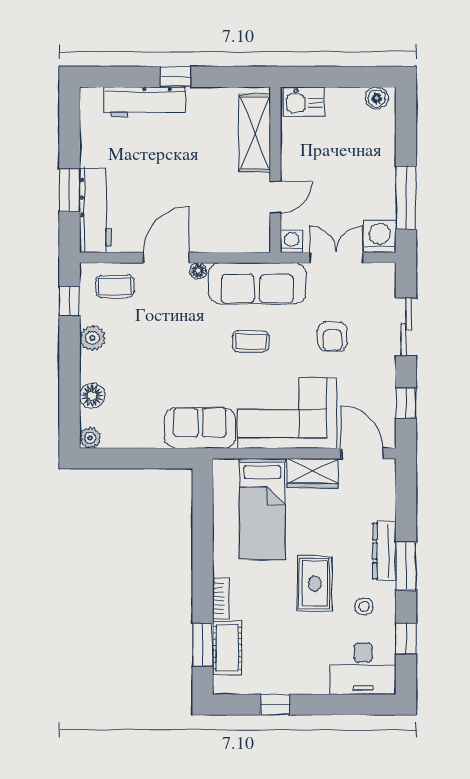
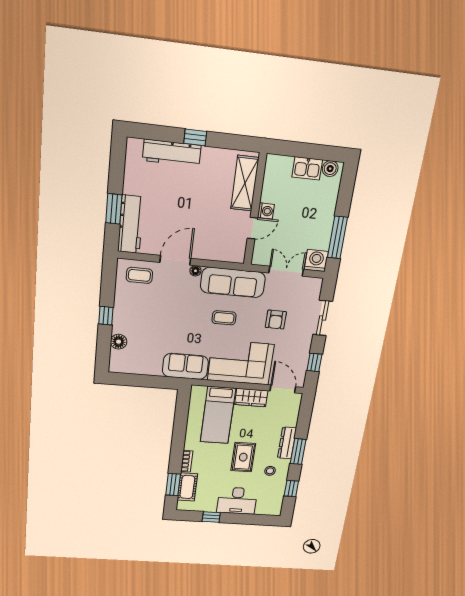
kitchen sink: (304, 102) -> (307, 168), moved
washing machine: (292, 241) -> (266, 211), moved, turned 90
window: (69, 301) -> (106, 316), moved
plant: (92, 338) -> (122, 307), removed
plant: (90, 438) -> (115, 367), removed
desk: (363, 669) -> (237, 501), moved

